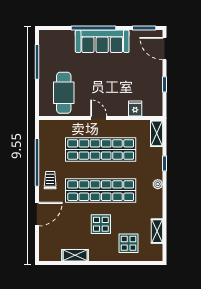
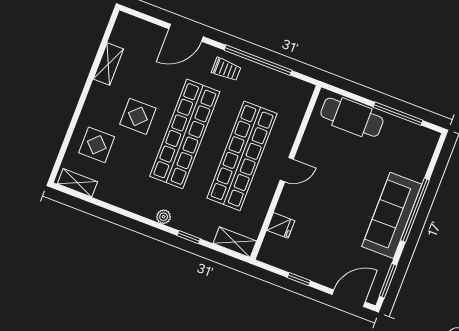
cafe table: (64, 93) -> (352, 117), moved
door: (37, 214) -> (186, 33), hinge flipped
shelving: (157, 231) -> (77, 183), moved

